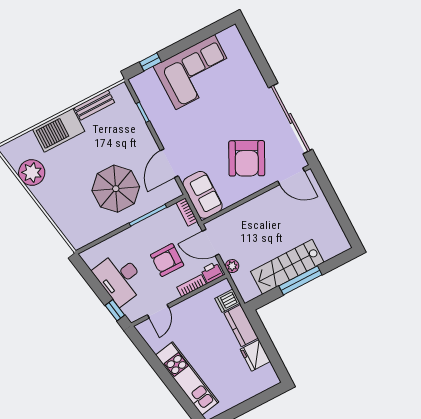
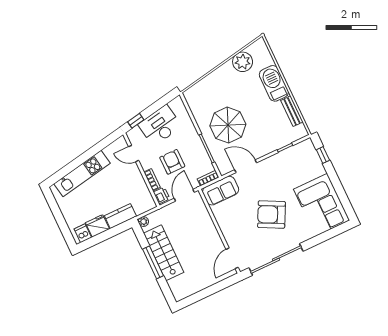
corner sofa: (195, 72) -> (322, 205), moved
armchair: (247, 158) -> (271, 215), moved
plant: (232, 266) -> (143, 222), moved
dishwasher: (227, 301) -> (83, 233), moved

